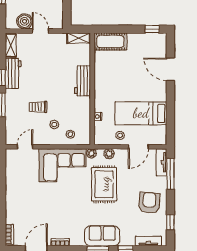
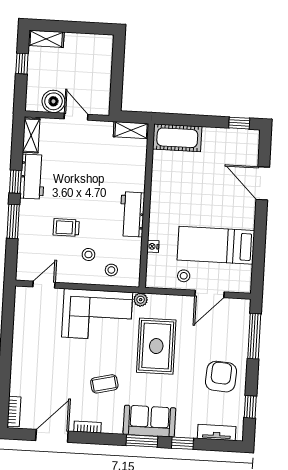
workbench: (82, 81) -> (132, 214), moved
plant: (109, 154) -> (166, 302), removed
tv unit: (162, 162) -> (242, 318), removed
coffee table: (70, 212) -> (104, 384), added

